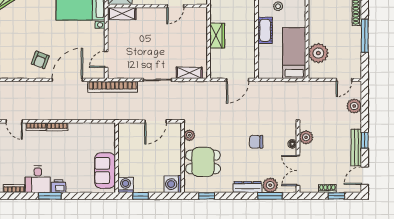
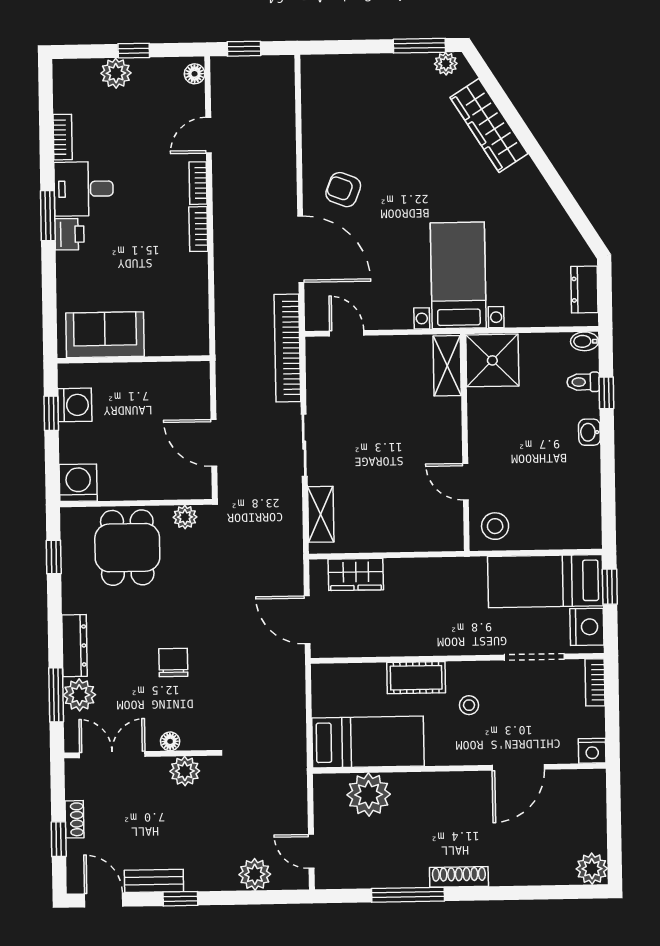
wardrobe: (217, 36) -> (356, 574), moved
bench: (356, 148) -> (154, 881), width x0.73
washing machine: (126, 185) -> (75, 405), moved

